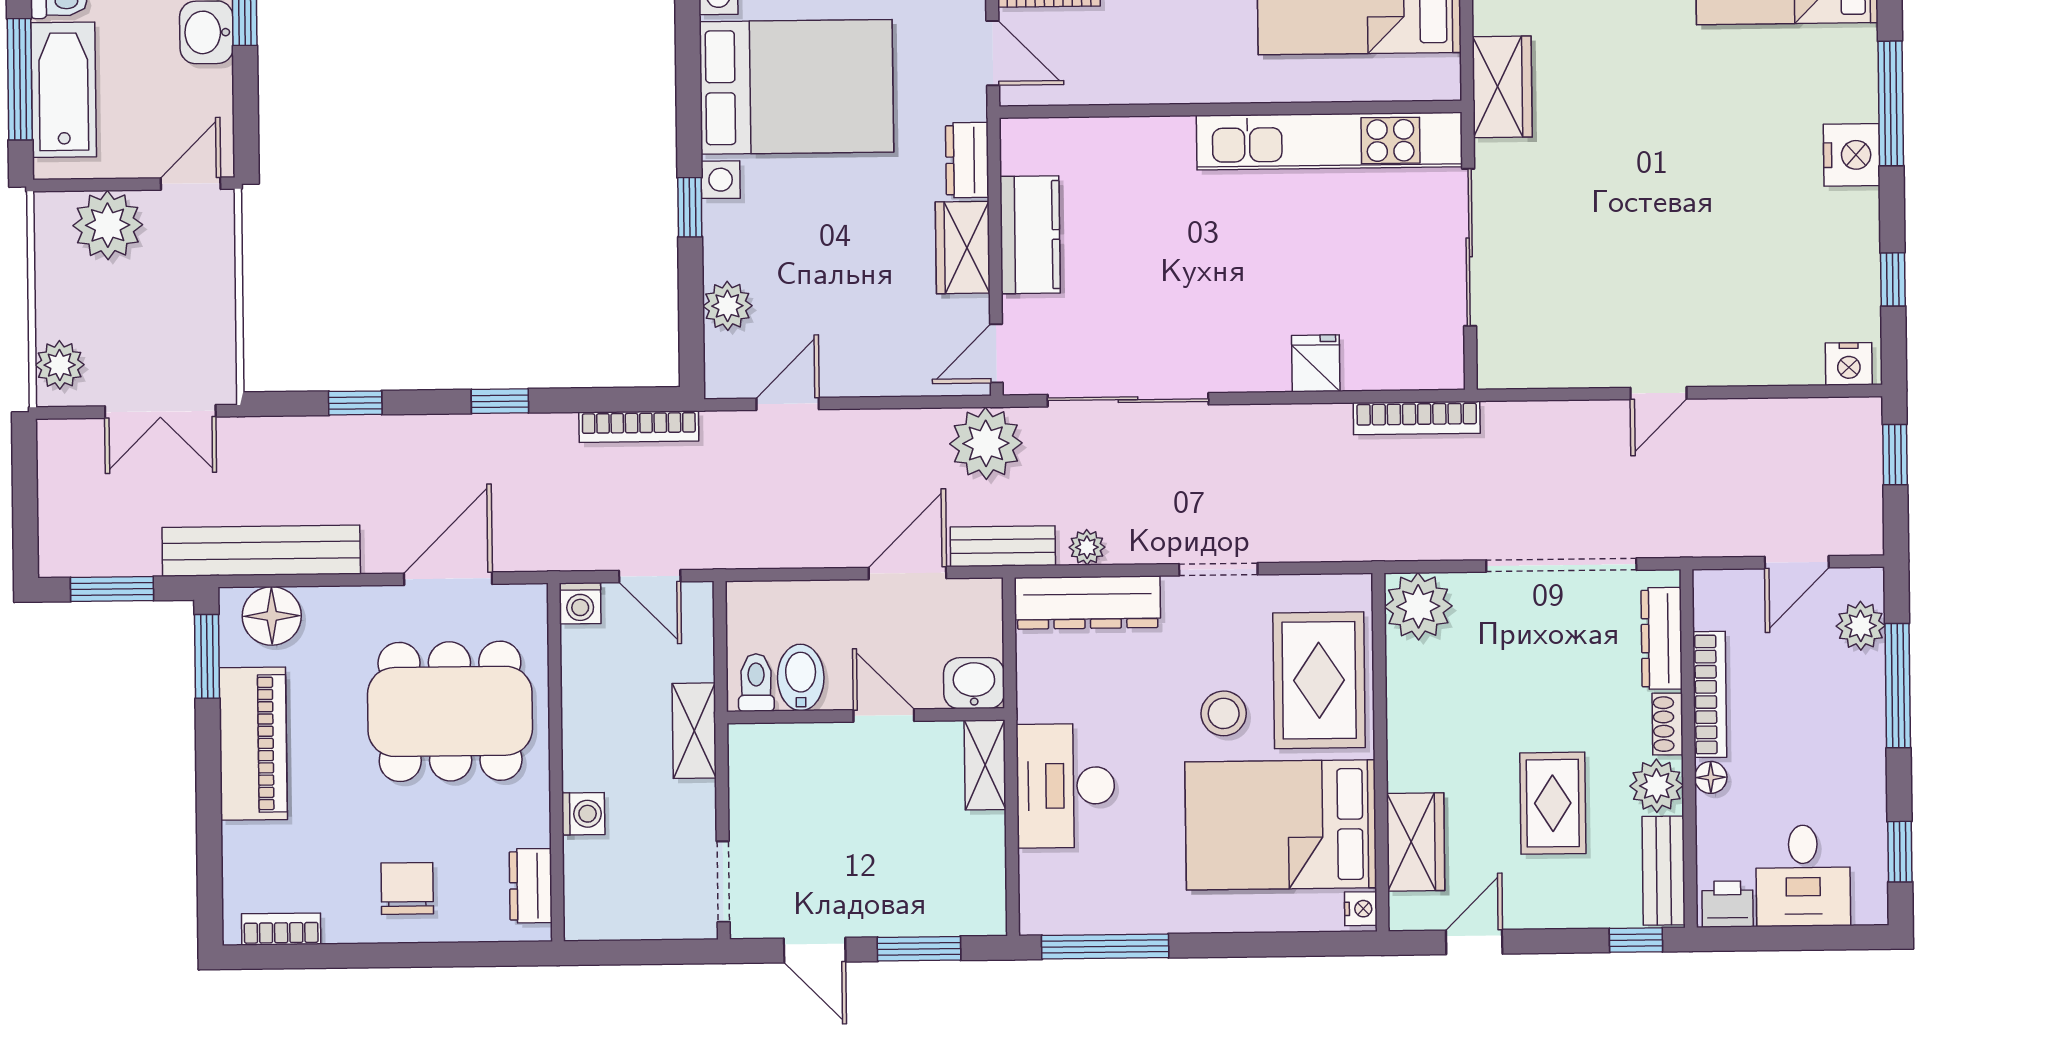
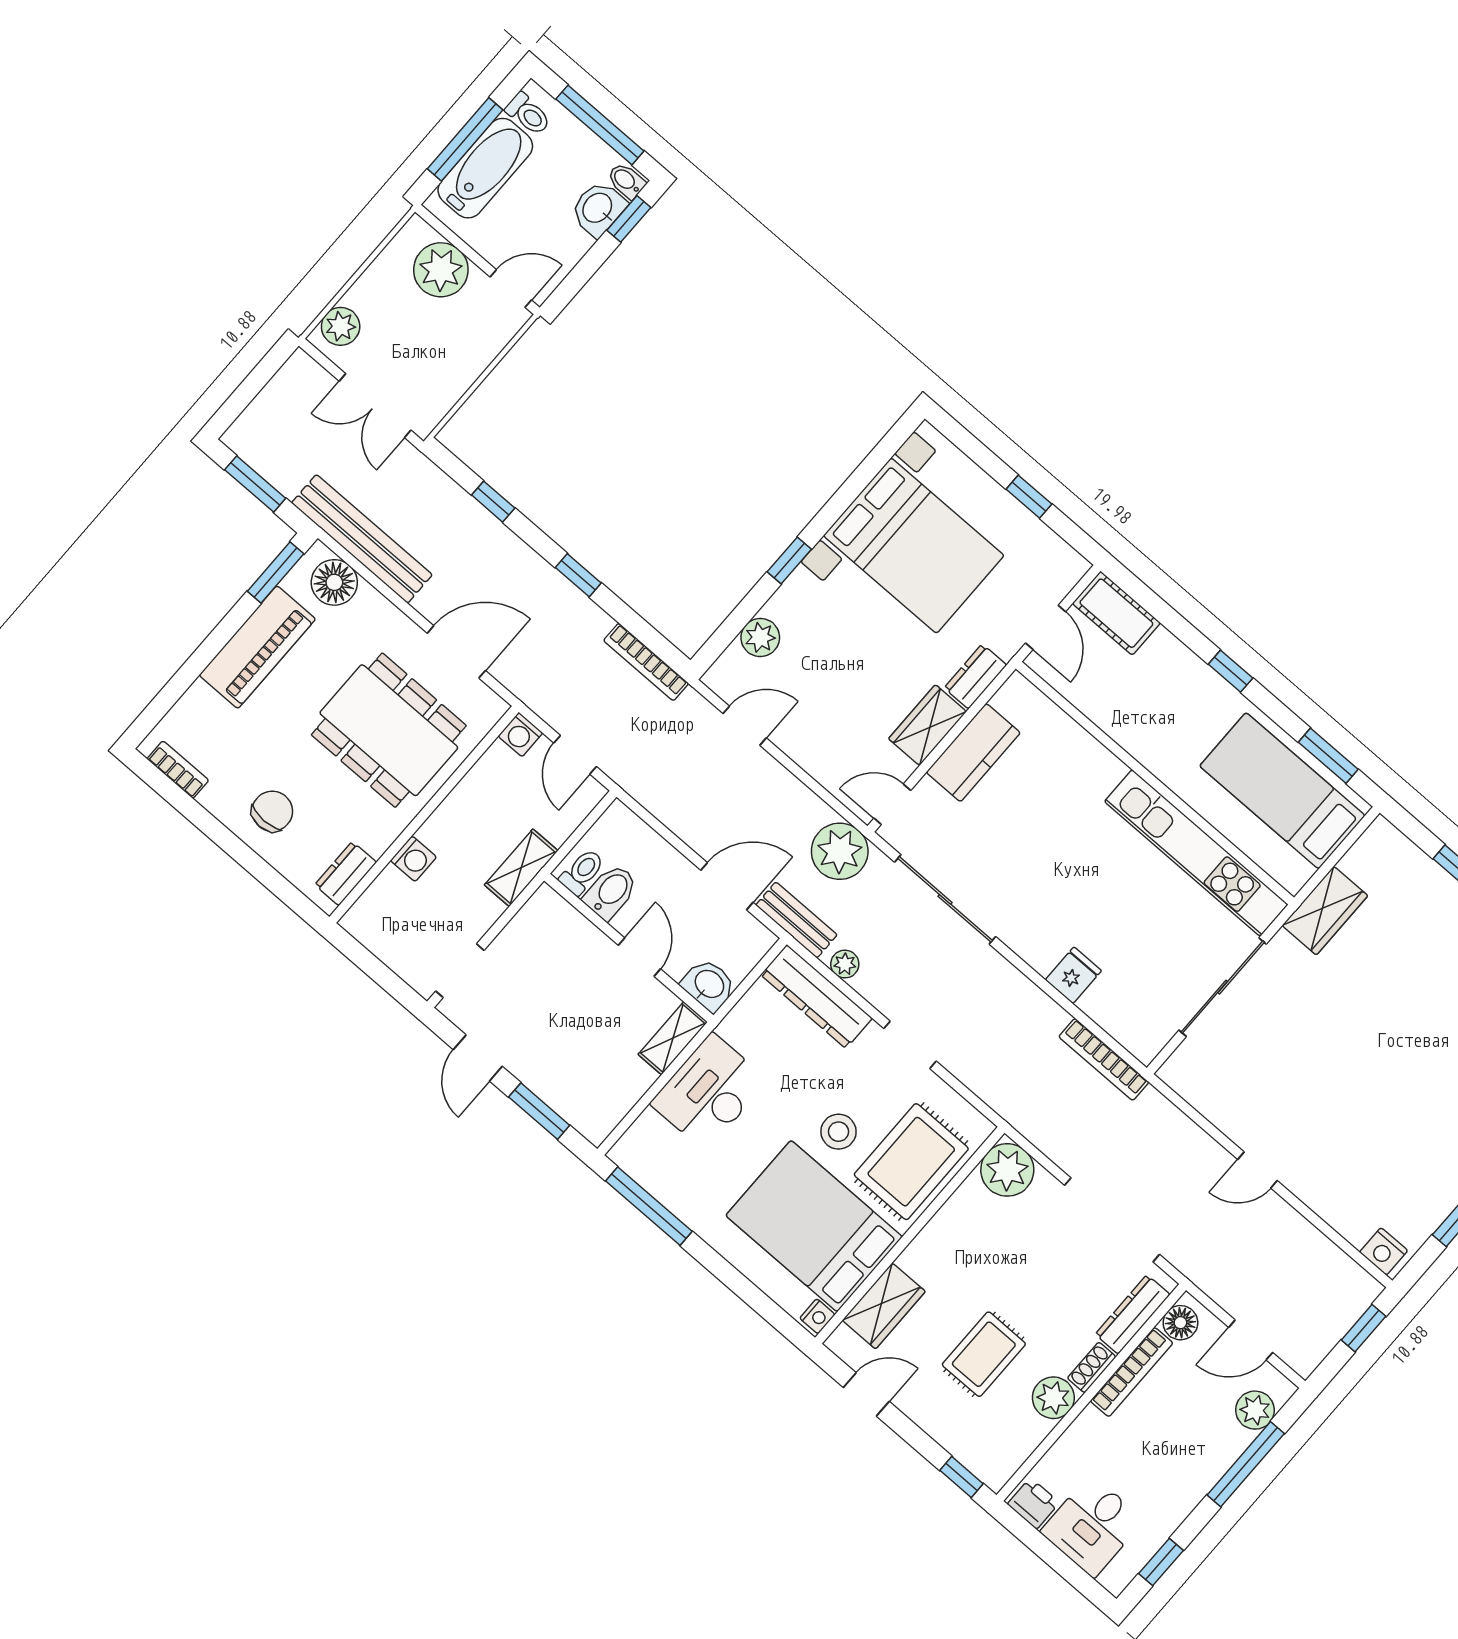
floor lamp: (1711, 777) -> (1180, 1323), moved, width x1.37, depth x1.37
bench: (1664, 871) -> (1013, 1451), removed

